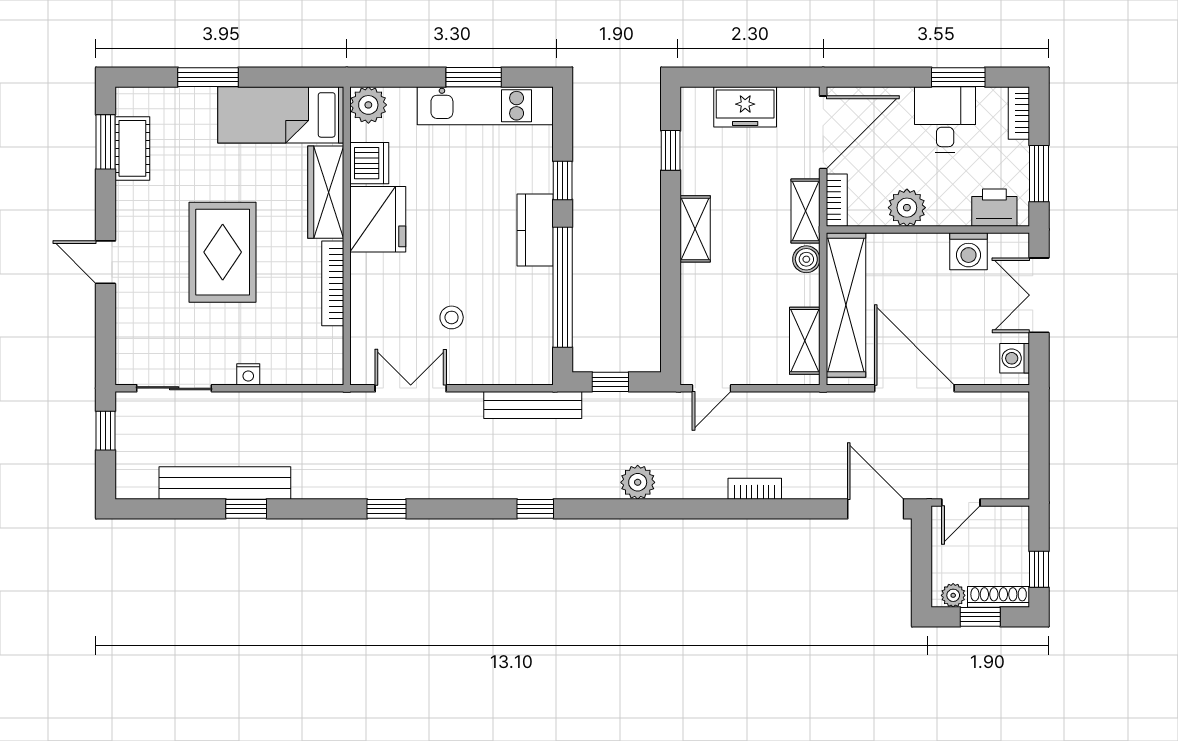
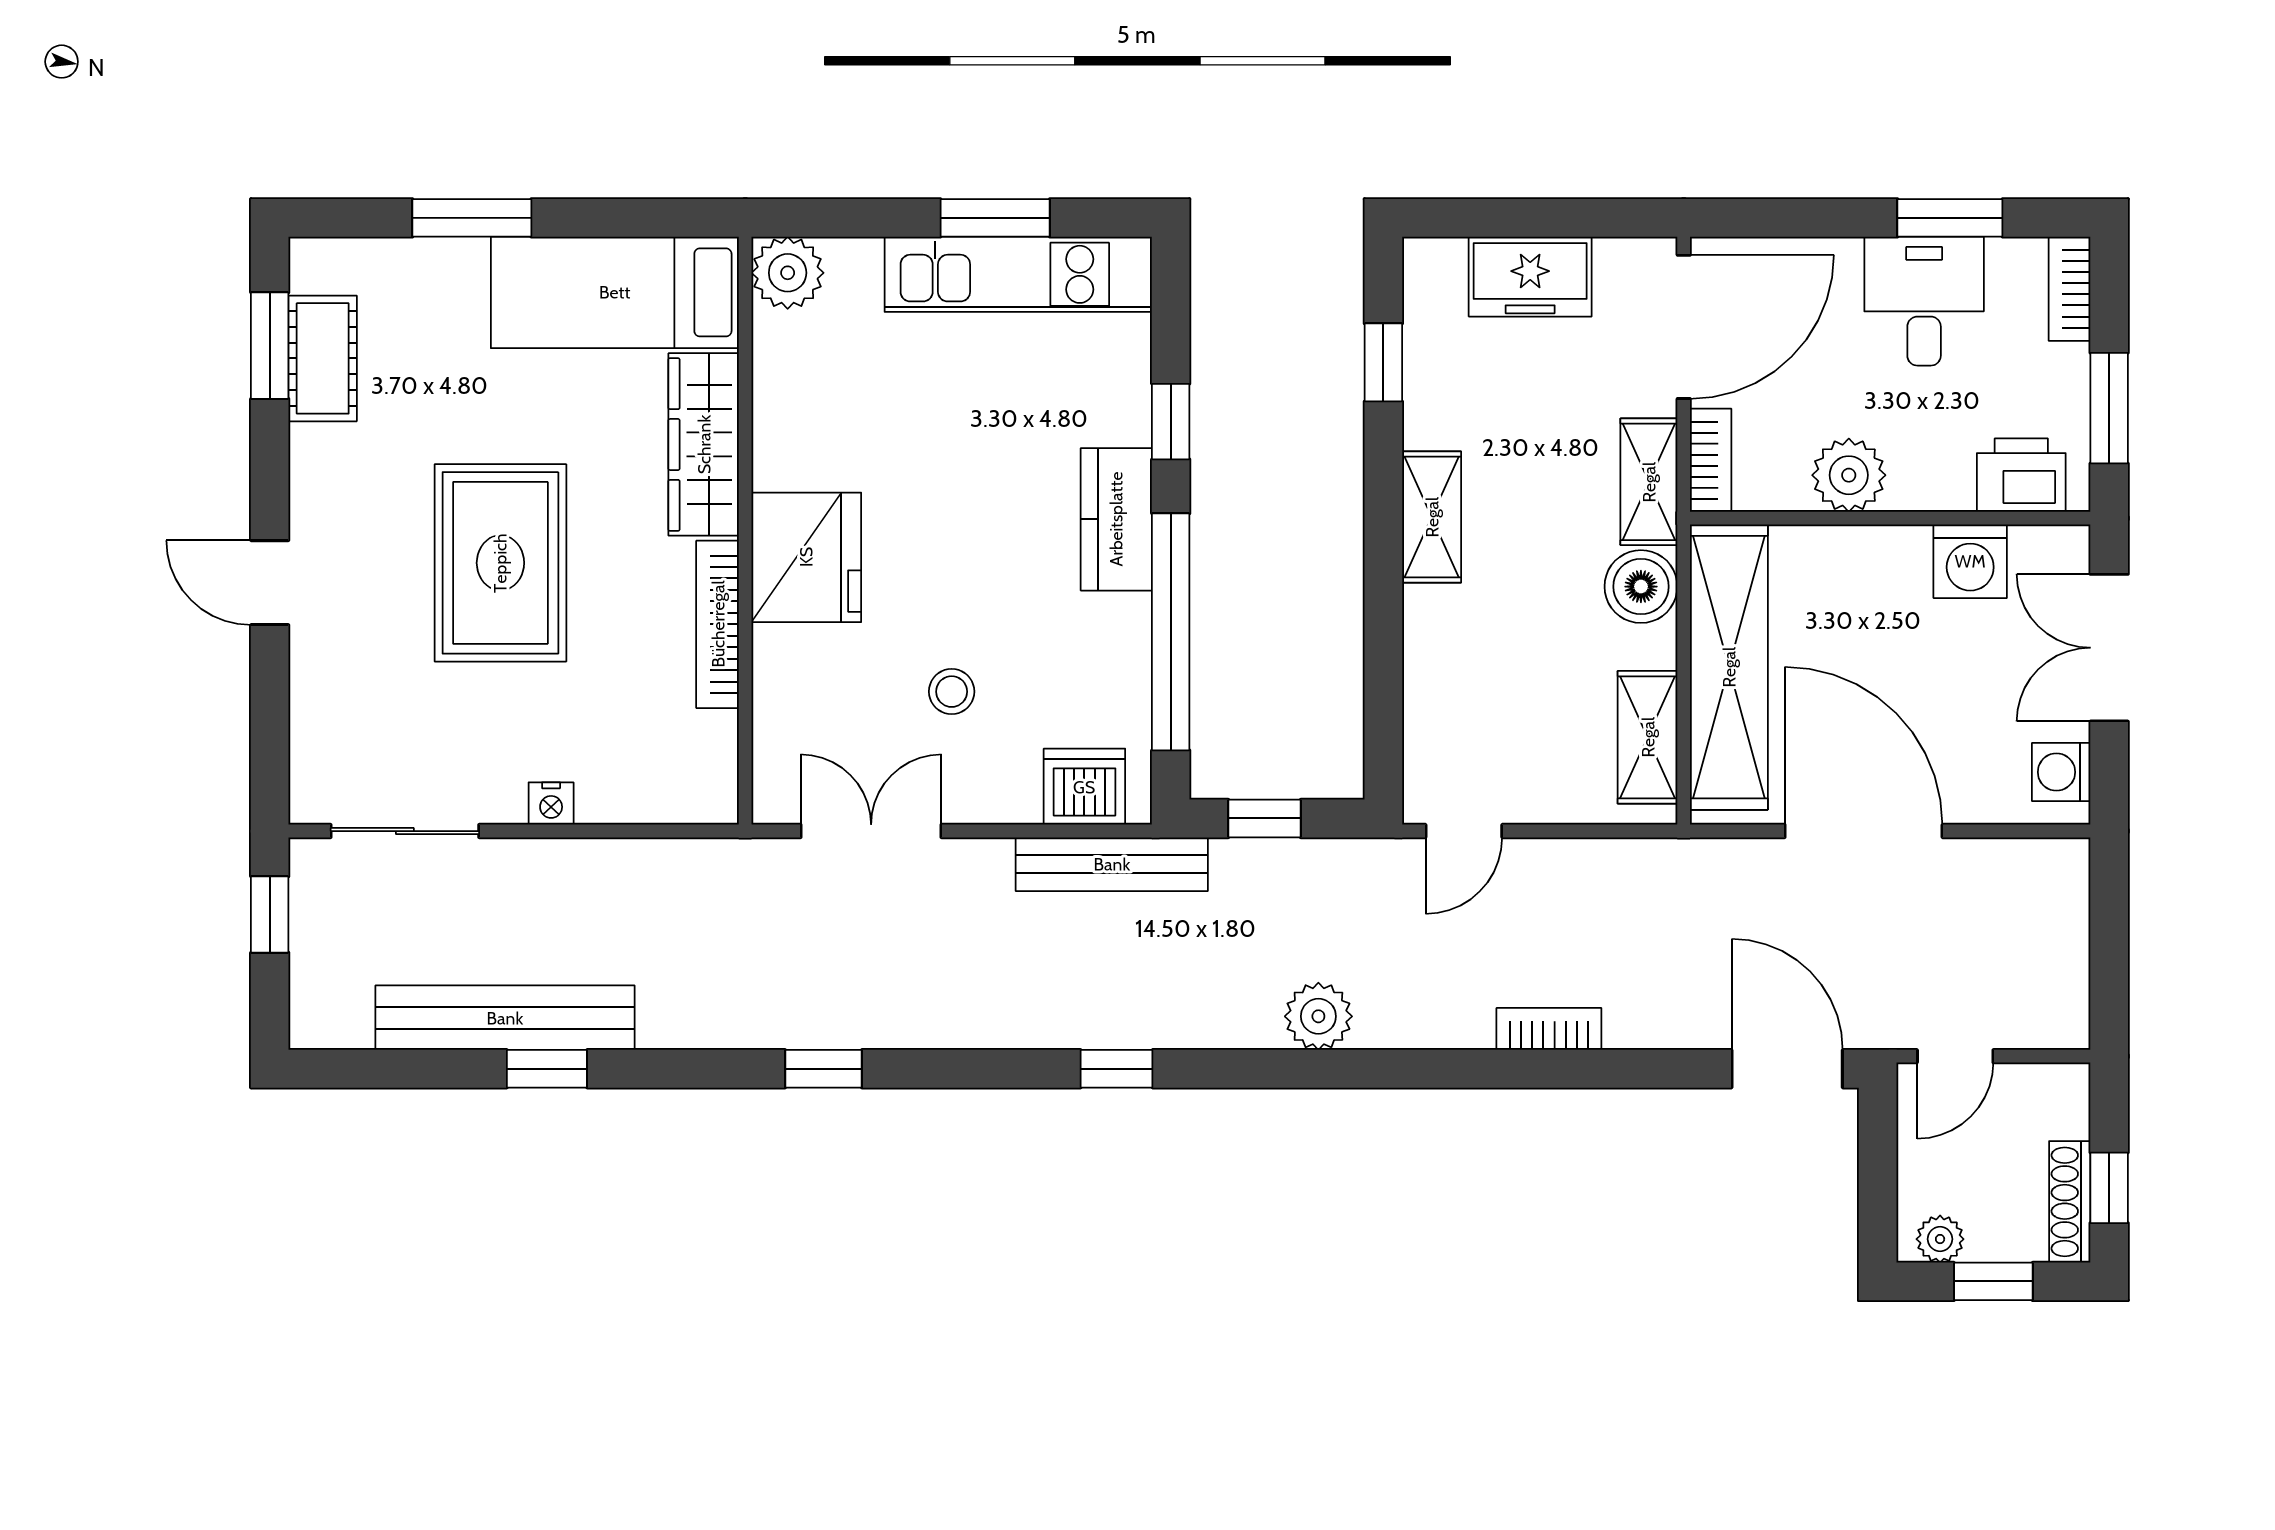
dishwasher: (369, 163) -> (1084, 787), moved, turned -90
fridge: (378, 219) -> (806, 557), moved
boiler: (806, 259) -> (1641, 587), width x1.36, depth x1.36
shoe rack: (999, 597) -> (2070, 1202), moved, turned -90

